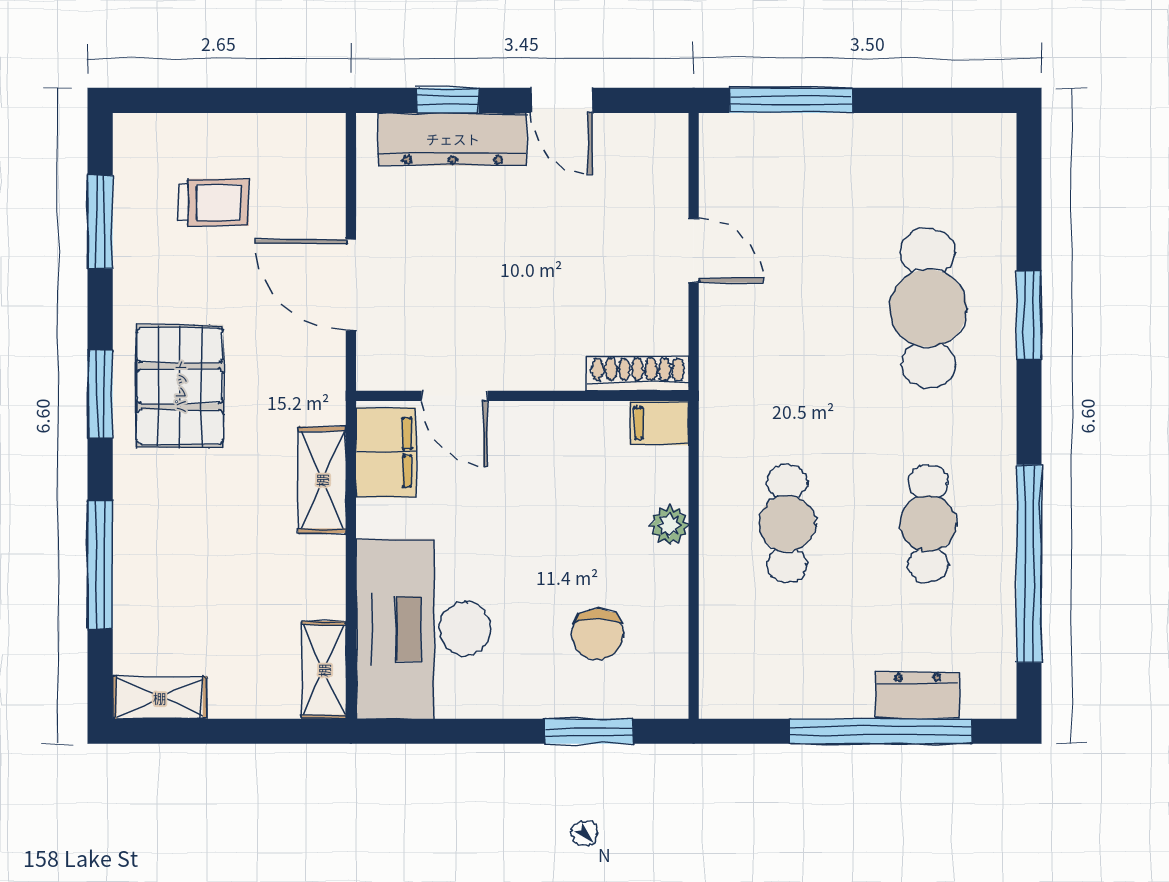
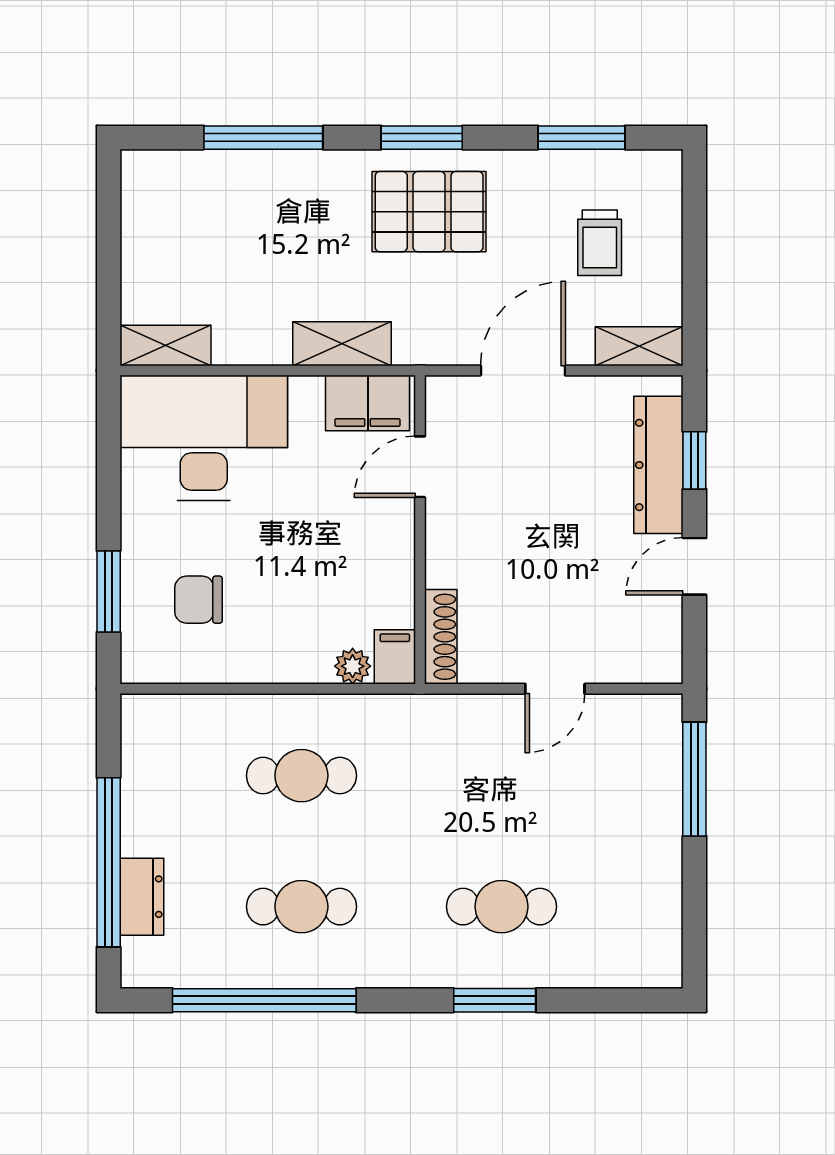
cafe table: (928, 308) -> (501, 907), width x0.73, depth x0.74
plant: (669, 525) -> (353, 666), moved
shelving: (160, 698) -> (639, 346), moved, turned 90

